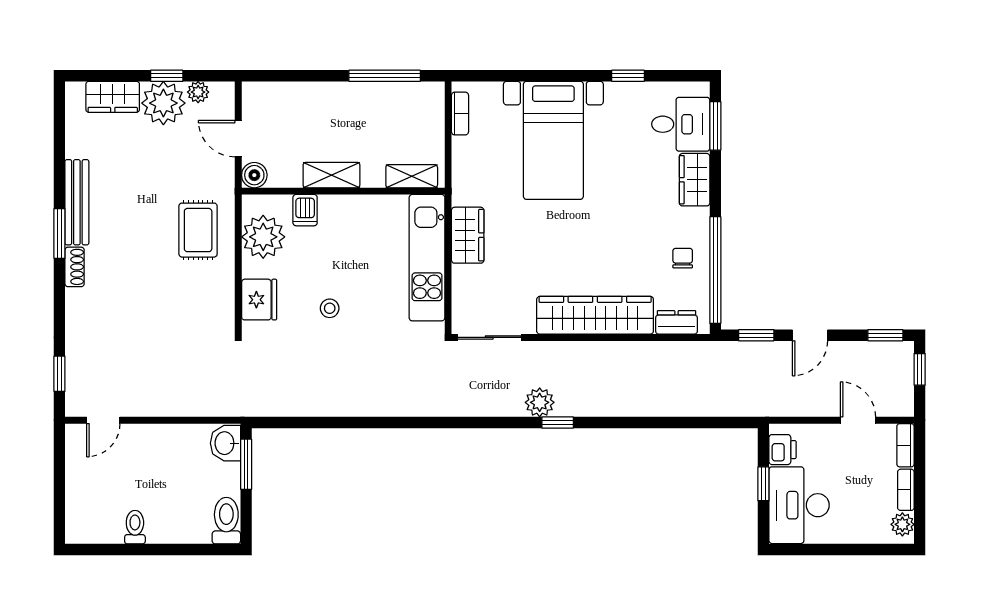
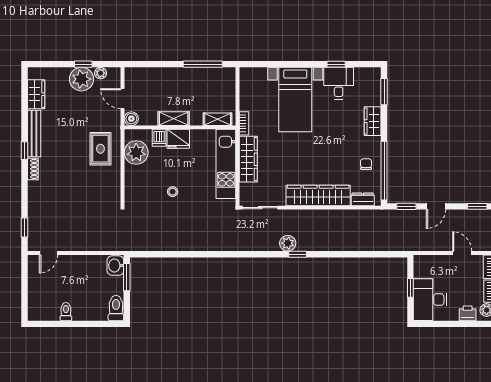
wardrobe: (113, 97) -> (36, 94), moved, turned -90
bookcase: (460, 114) -> (244, 123), moved
desk: (681, 124) -> (339, 83), moved, turned -90
window: (59, 233) -> (24, 151), width x0.67
wardrobe: (468, 235) -> (248, 159), width x1.50
fridge: (259, 300) -> (178, 139), moved, turned 90
printer: (783, 450) -> (468, 313), moved, turned -90

